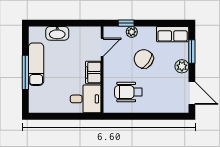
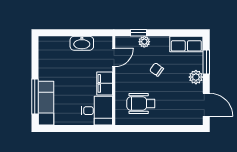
washbasin: (57, 33) -> (82, 43), moved
chair: (144, 59) -> (157, 70), width x0.54, depth x0.54
exam couch: (36, 64) -> (46, 103), moved
window: (25, 72) -> (35, 96), moved

